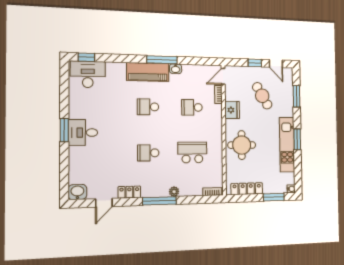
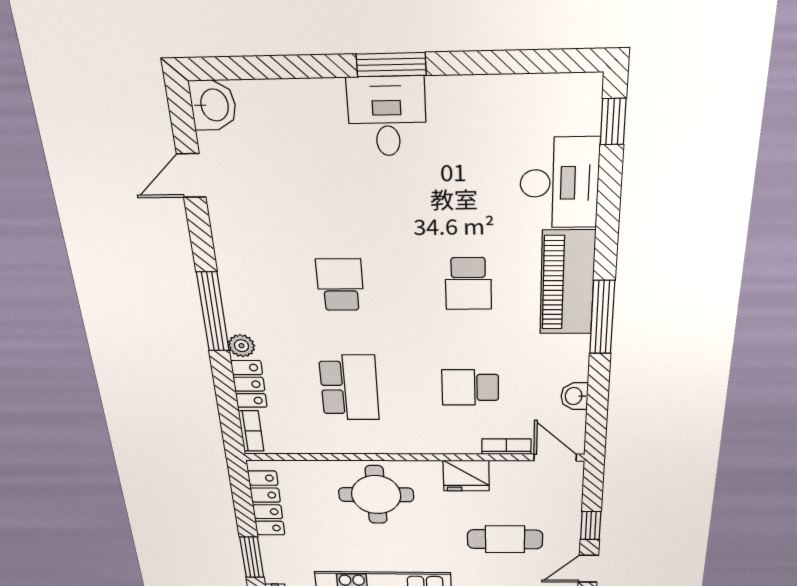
washbasin: (176, 69) -> (574, 396), moved
desk: (88, 74) -> (559, 183), moved
cafe table: (262, 96) -> (505, 539), turned 31
school desk: (148, 107) -> (468, 284), turned 180
school desk: (192, 107) -> (470, 387), turned -90
locker: (129, 192) -> (249, 384), moved
door: (104, 203) -> (191, 176), hinge flipped

